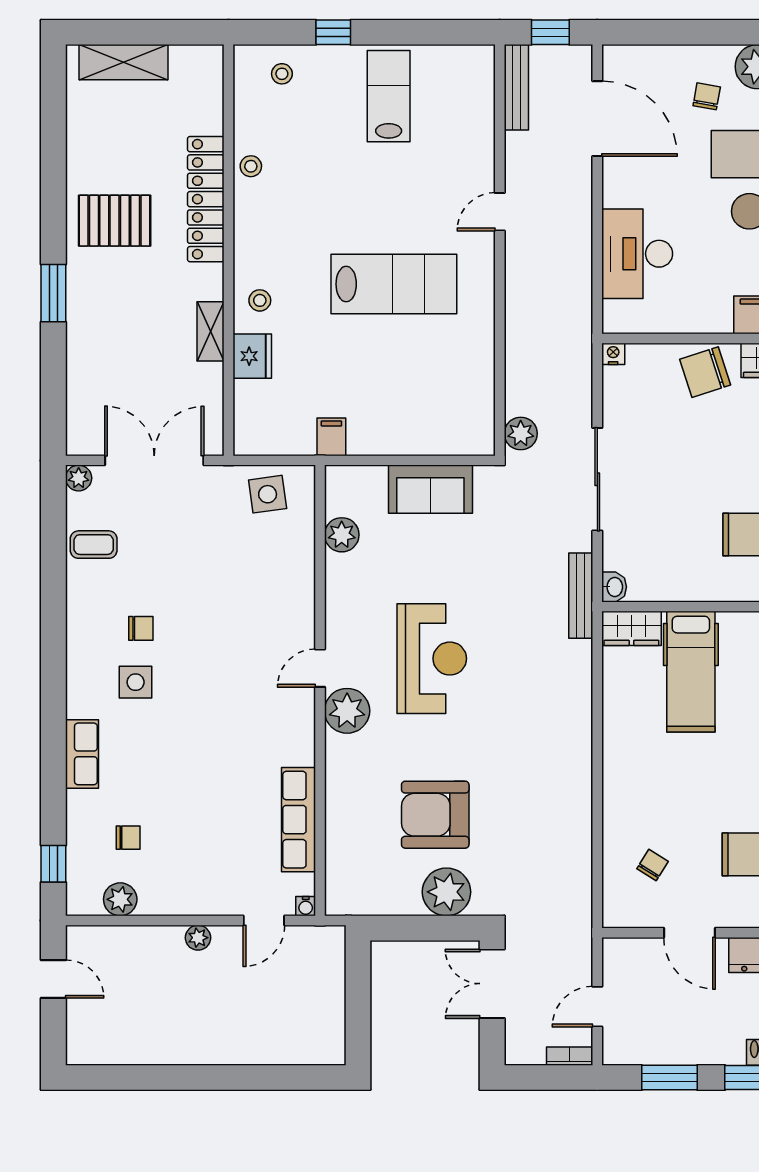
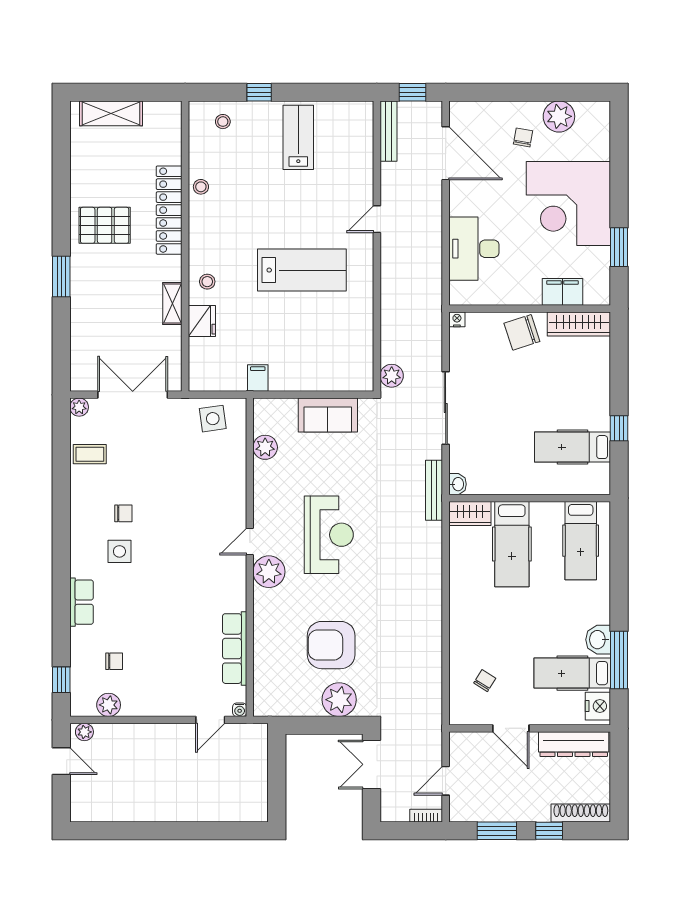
plant: (198, 938) -> (84, 732), moved

